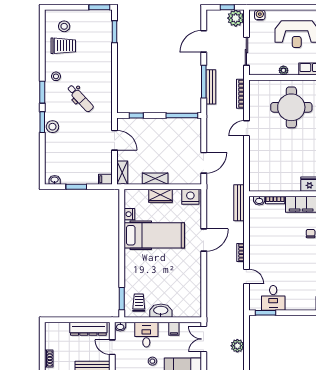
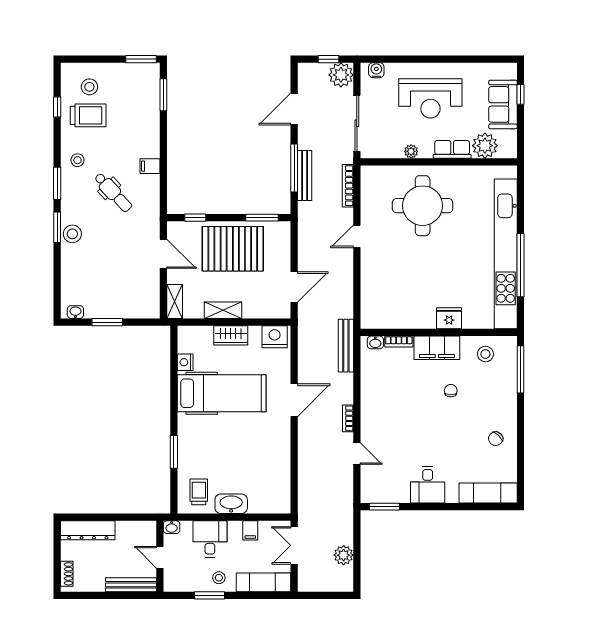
window: (42, 40) -> (57, 107), added
sliding door: (246, 51) -> (357, 123), width x1.37
window: (182, 115) -> (262, 218), width x0.69
pallet: (162, 137) -> (233, 249), added
filing cabinet: (105, 179) -> (150, 166), moved
desk: (273, 298) -> (428, 485), moved
window: (122, 299) -> (174, 452), moved
dresser: (88, 329) -> (88, 530), moved

